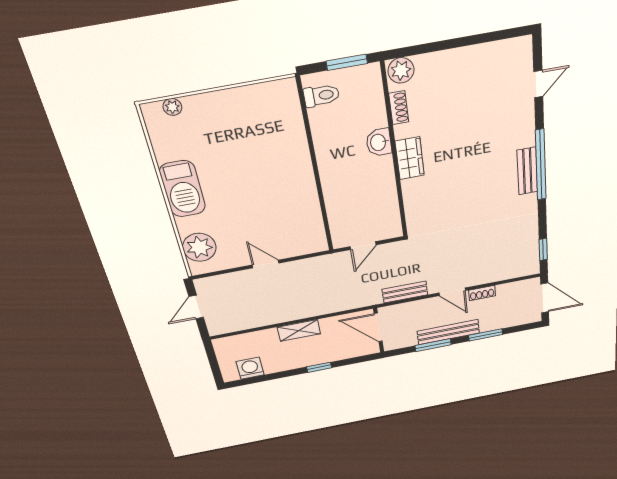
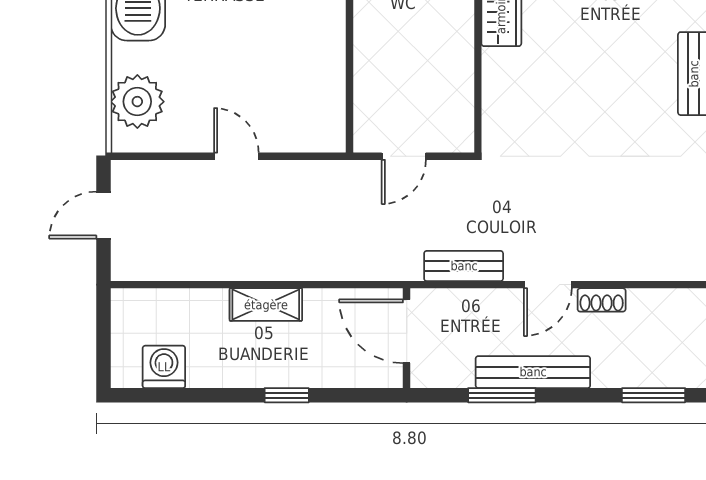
door: (452, 292) -> (548, 285), hinge flipped
window: (486, 335) -> (654, 395), moved

